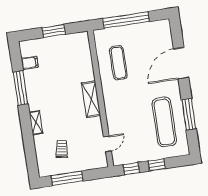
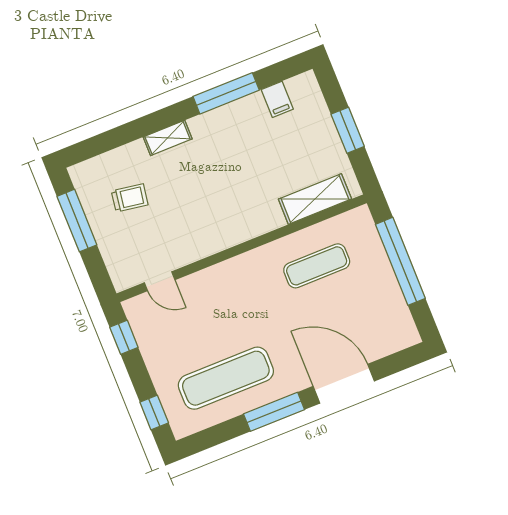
shelving: (91, 99) -> (315, 199), moved
window: (189, 114) -> (274, 412), moved
window: (157, 165) -> (154, 413), moved

